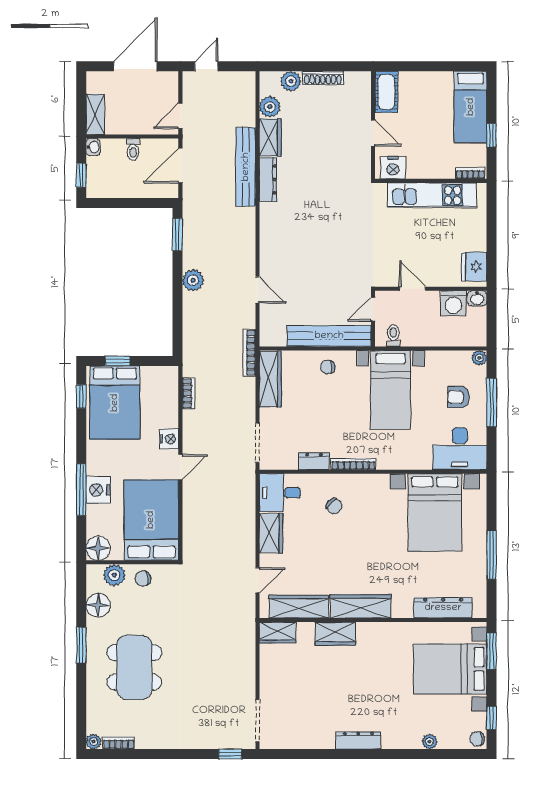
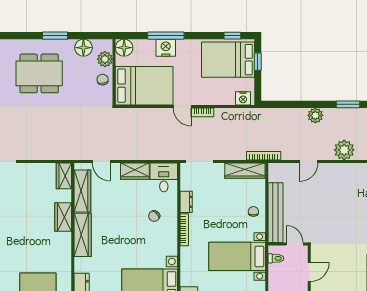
plant: (241, 240) -> (344, 150), added
bookcase: (189, 393) -> (202, 112), moved
nightstand: (169, 439) -> (243, 98), moved

